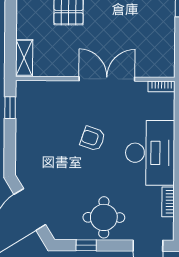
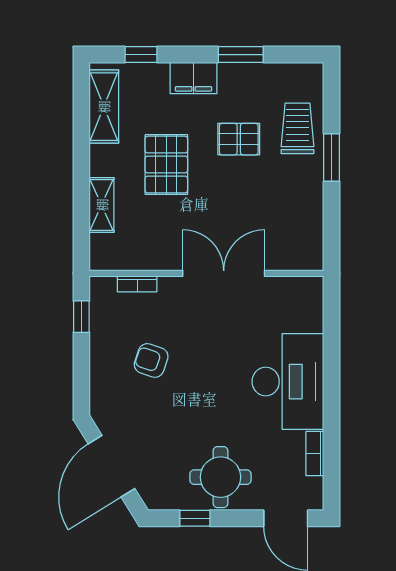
shelving: (24, 58) -> (102, 205), moved
bookcase: (161, 86) -> (137, 284), moved
armchair: (93, 139) -> (151, 360), moved

